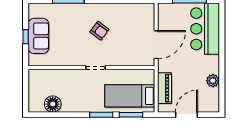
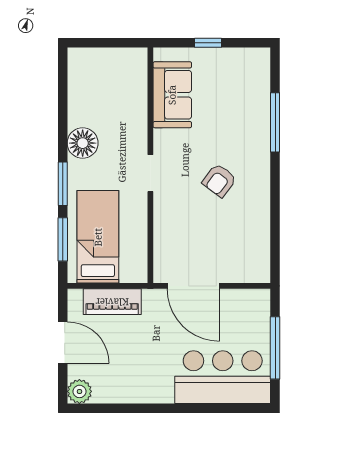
sofa: (38, 36) -> (172, 95), moved, turned -90
plant: (213, 81) -> (79, 391), moved
floor lamp: (53, 104) -> (83, 143), moved

